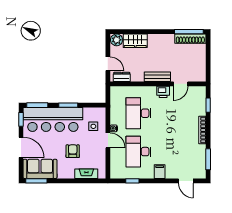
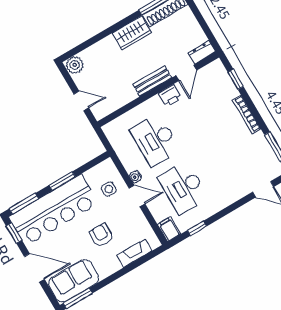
wardrobe: (135, 41) -> (132, 33), moved
dresser: (122, 77) -> (202, 52), moved
filing cabinet: (160, 172) -> (169, 229), moved

